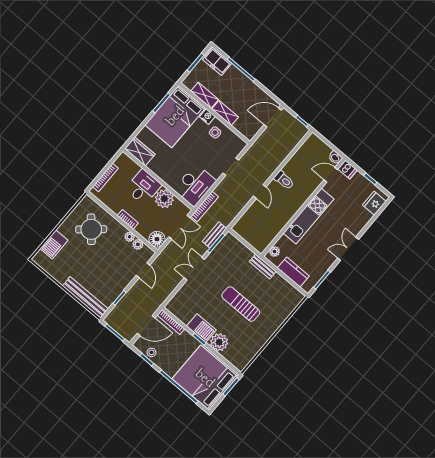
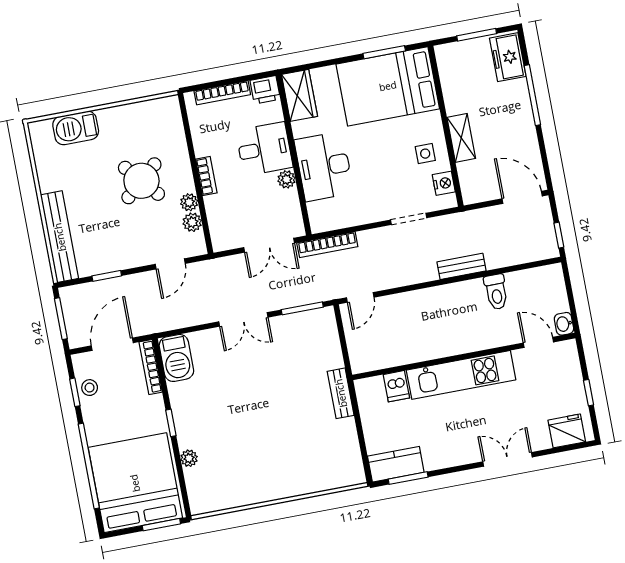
shelving: (205, 95) -> (453, 90), removed
nightstand: (207, 117) -> (444, 183), moved
printer: (123, 161) -> (265, 90), added
dishwasher: (347, 169) -> (396, 386), moved
toilet: (284, 180) -> (496, 292), moved
desk: (195, 185) -> (324, 166), moved, turned 90
door: (260, 191) -> (360, 297), moved
plant: (164, 199) -> (287, 179), width x0.53, depth x0.53
round table: (91, 229) -> (141, 181), moved
bench: (214, 235) -> (462, 266), moved
floor lamp: (157, 239) -> (225, 236), removed
double door: (348, 249) -> (507, 459), moved
plant: (275, 251) -> (374, 386), removed
double door: (194, 269) -> (243, 319), swing flipped
kitchen counter: (293, 272) -> (396, 464), moved, turned -90
sun lounger: (241, 304) -> (268, 421), removed
door: (146, 326) -> (112, 344), swing flipped
barbecue: (201, 328) -> (176, 358), moved
plant: (219, 342) -> (189, 458), width x0.53, depth x0.53

